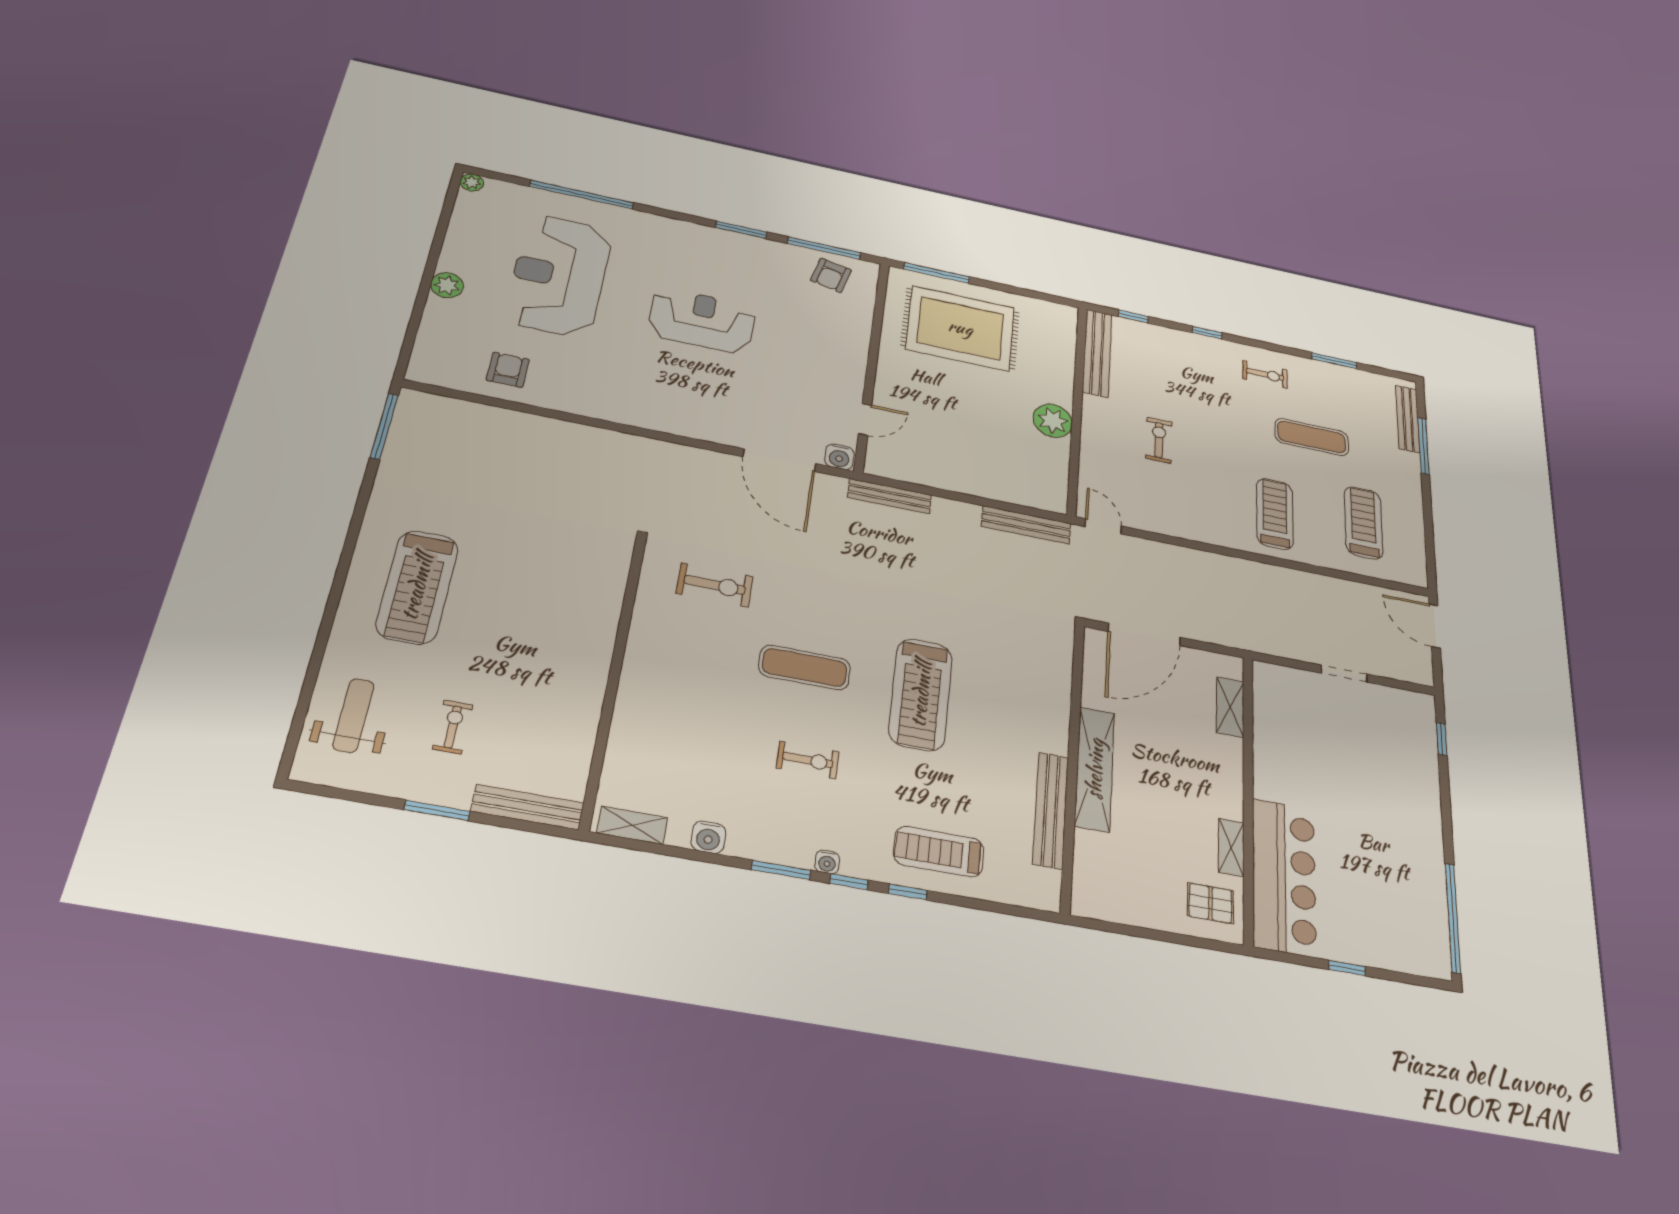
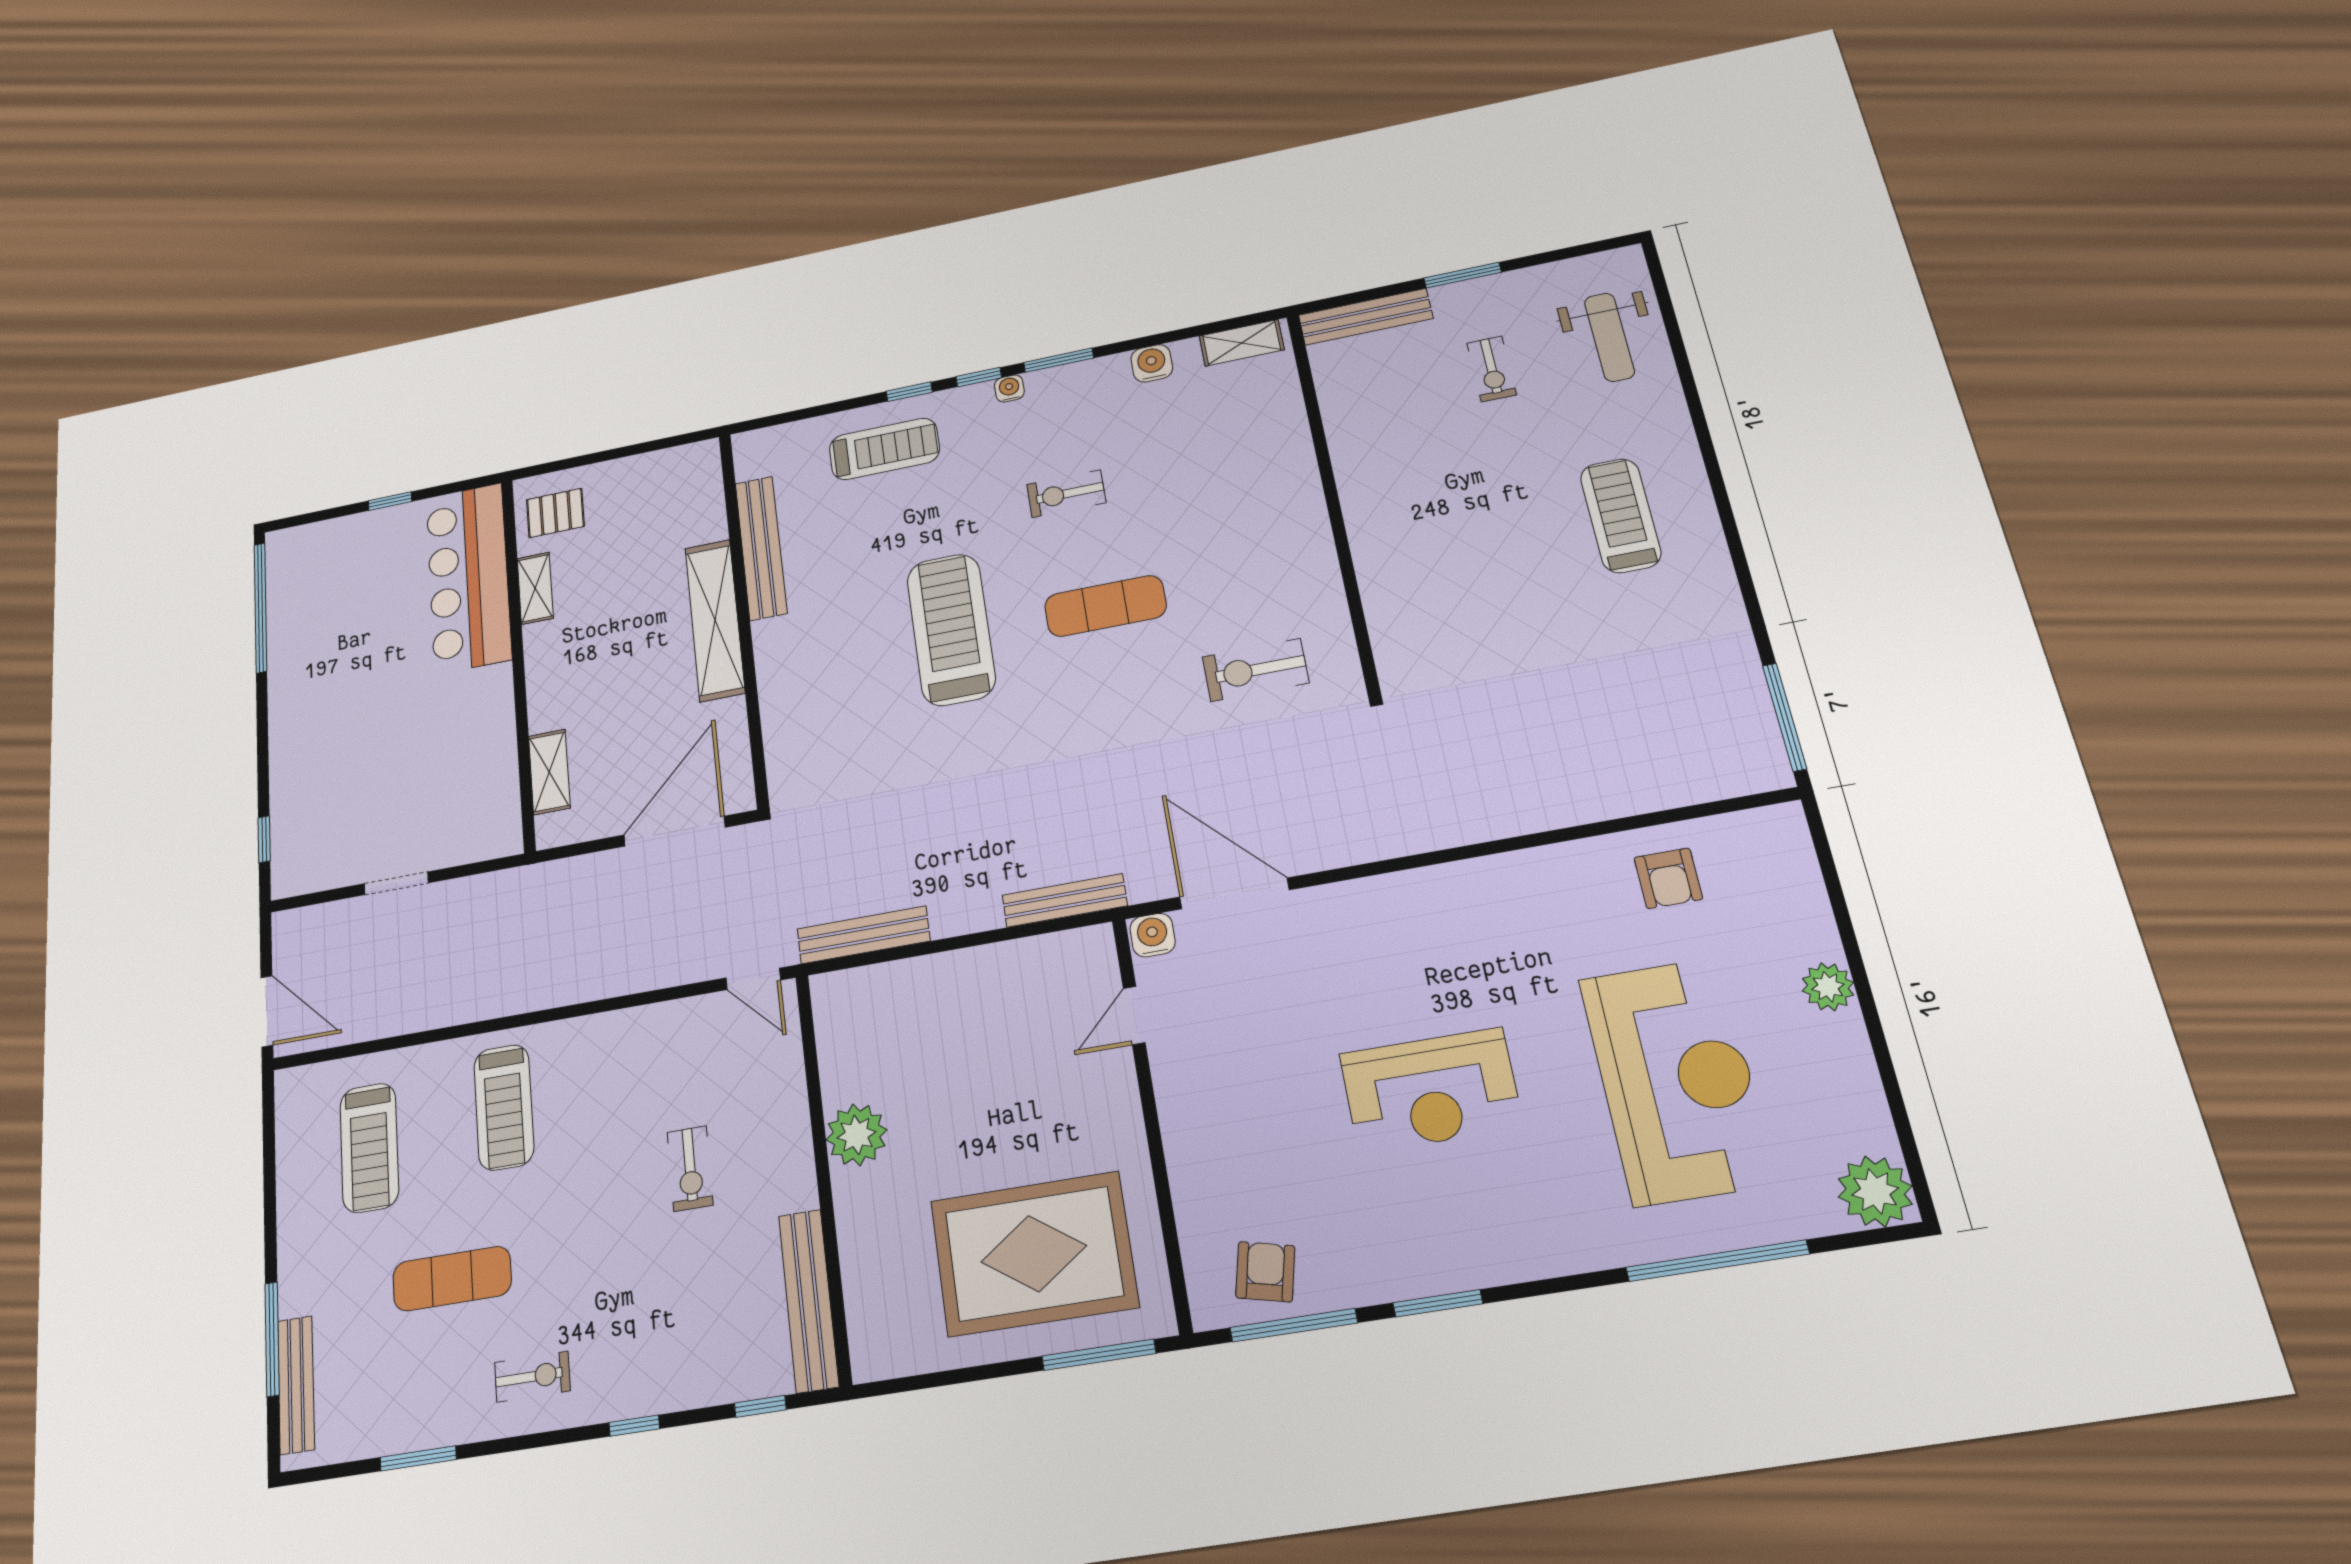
plant: (472, 182) -> (1875, 1191), width x1.87, depth x1.87
exercise bike: (1265, 374) -> (532, 1377), turned 180
treadmill: (417, 587) -> (1621, 515), width x0.73, depth x0.73

